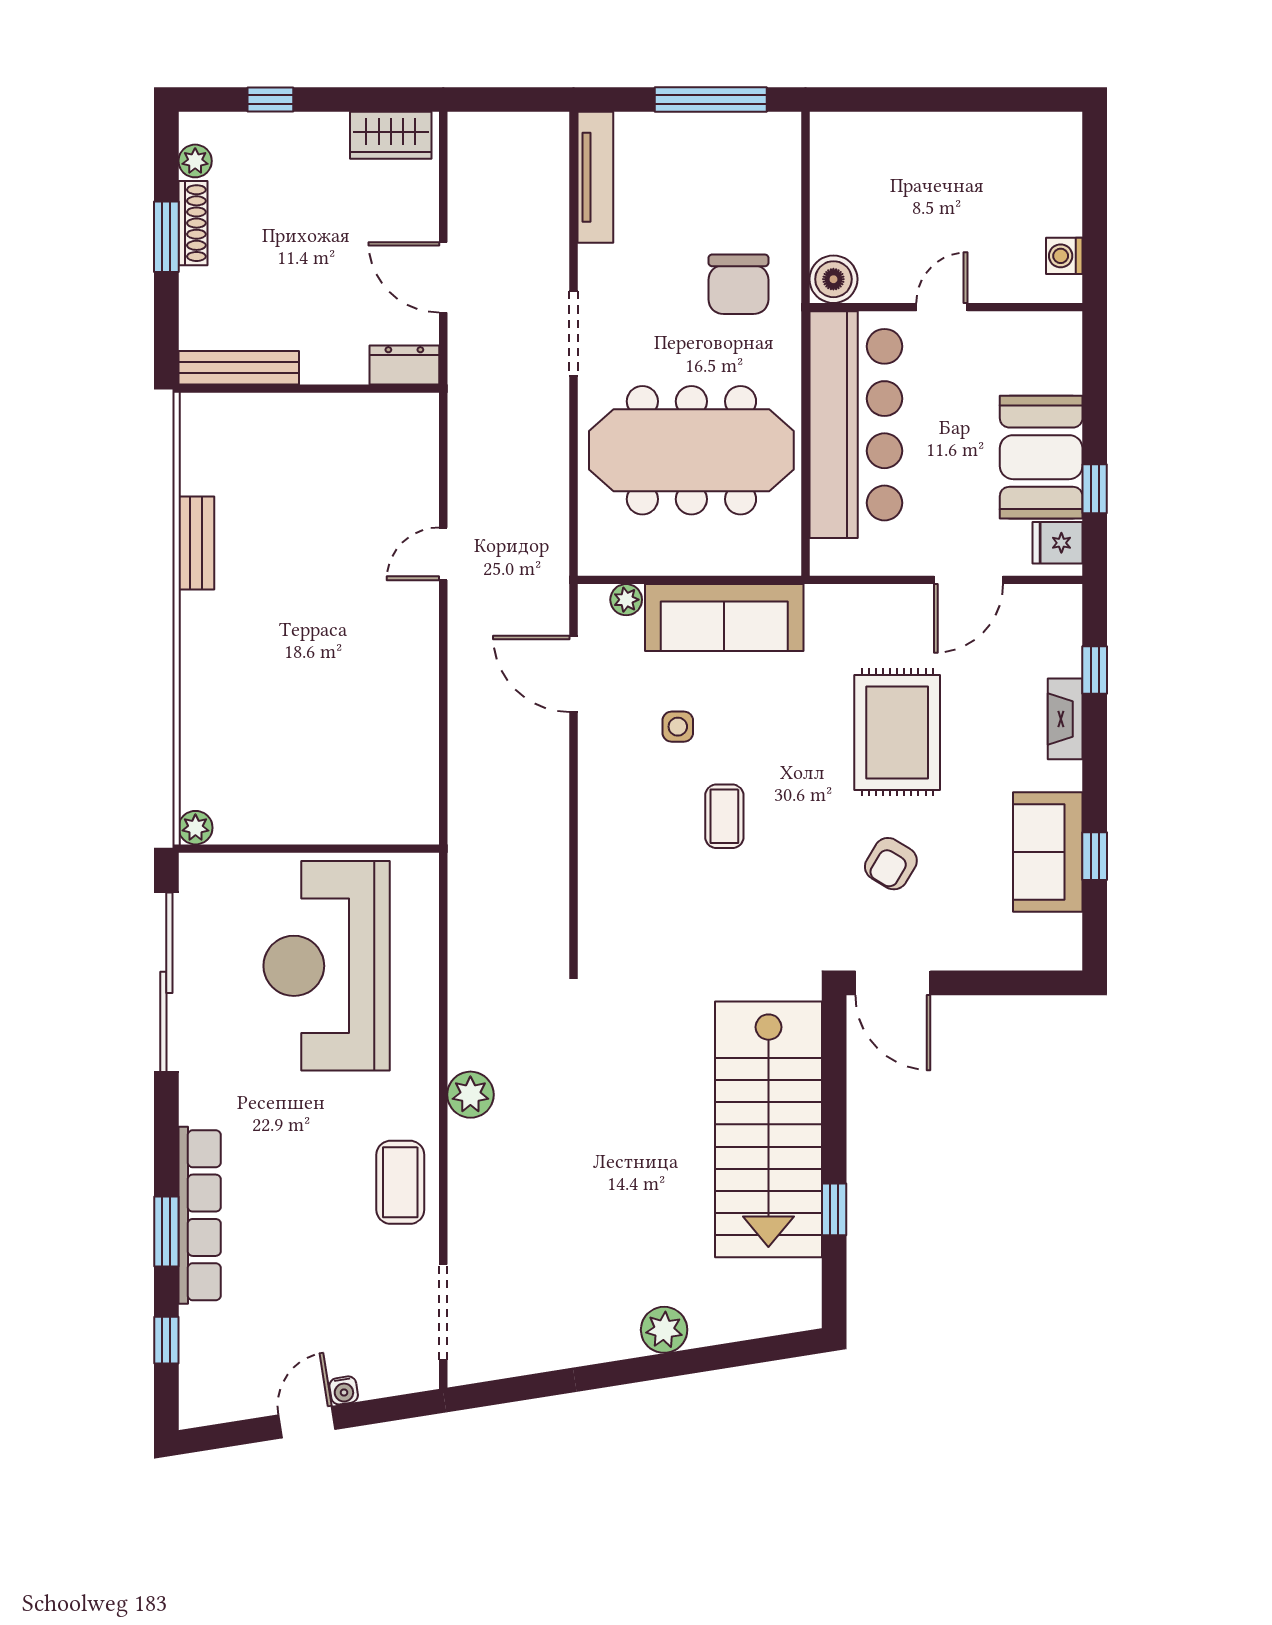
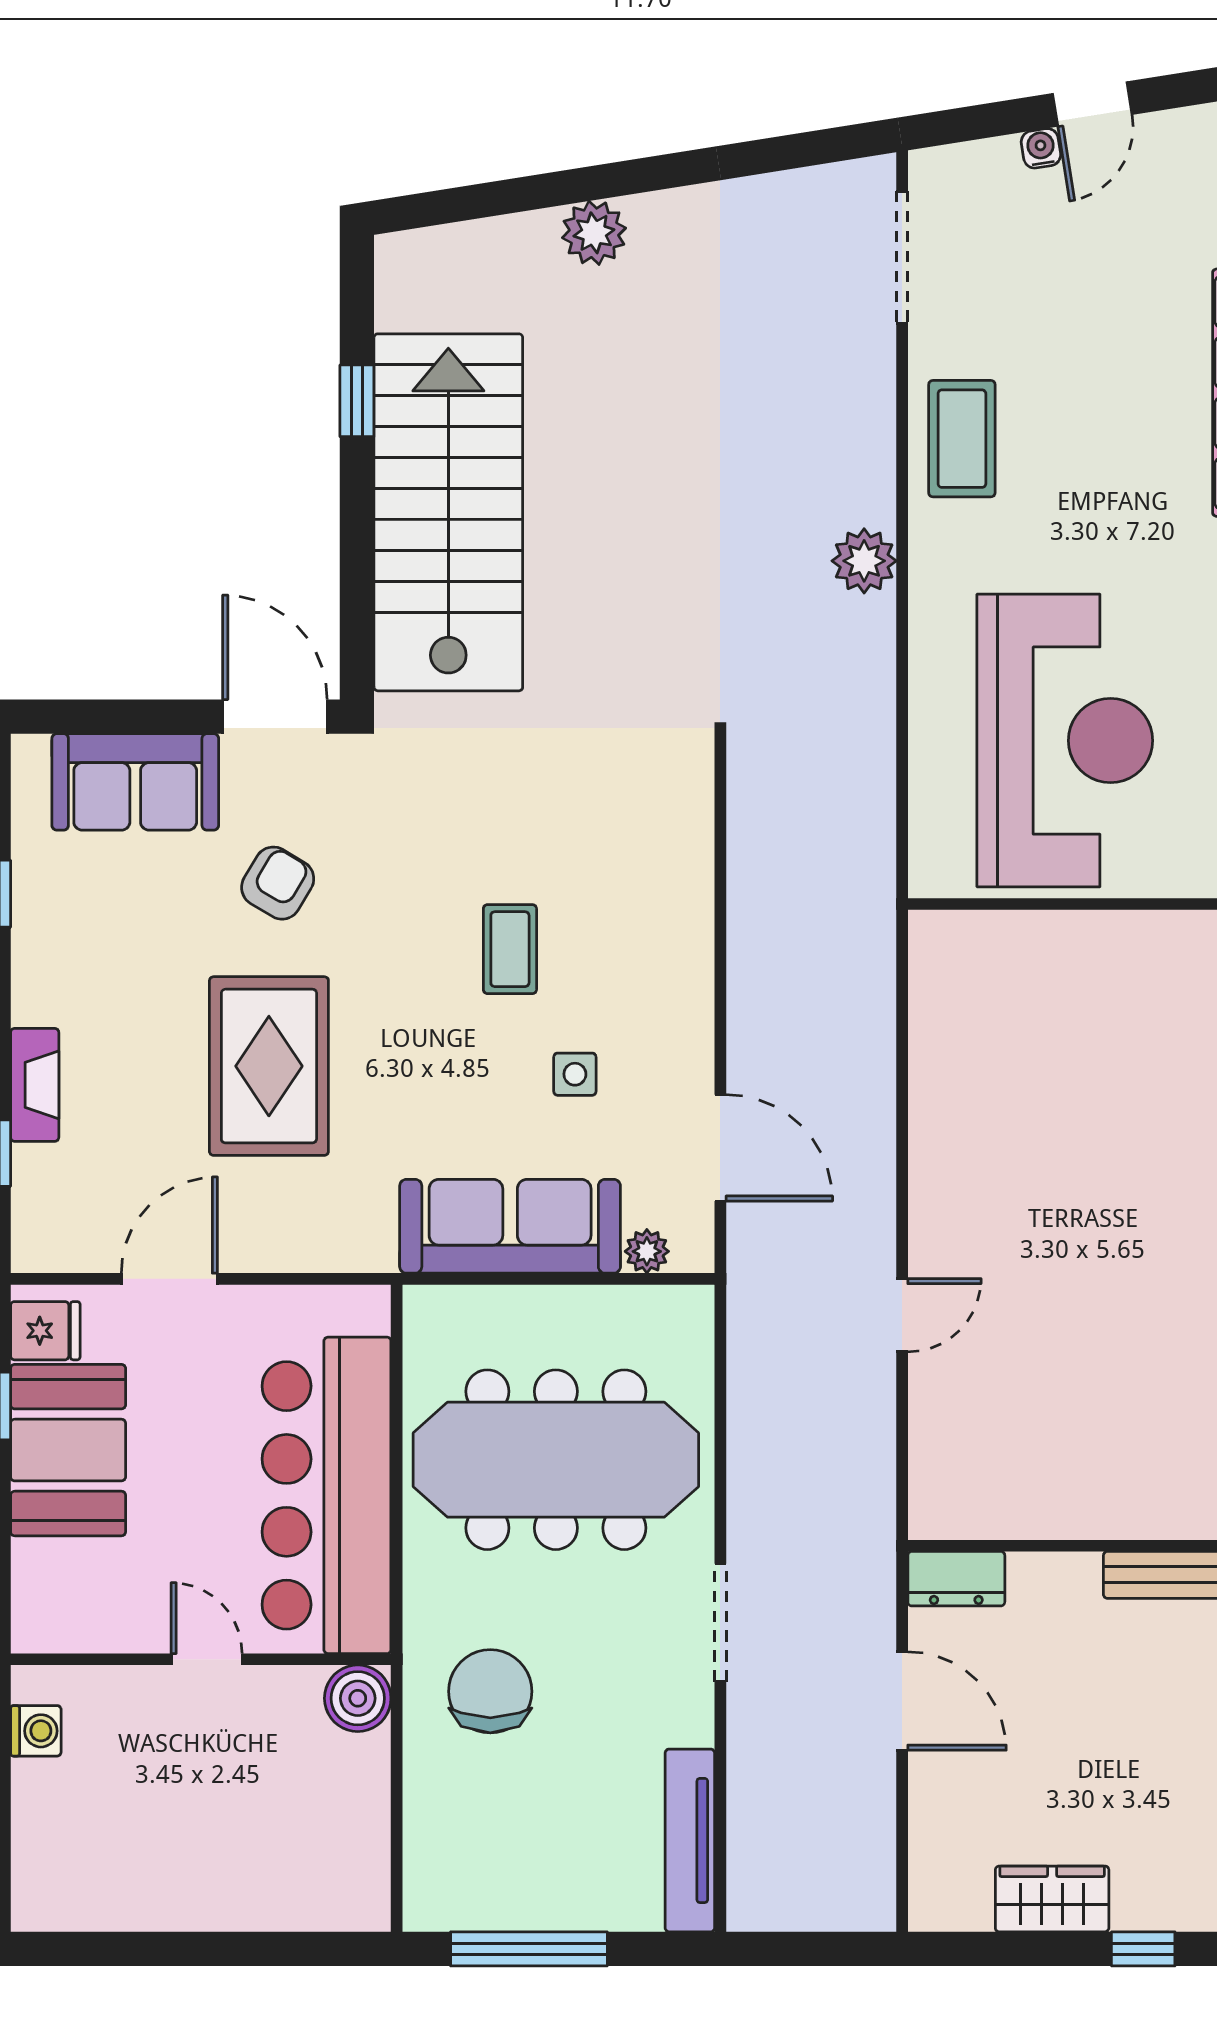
wardrobe: (391, 135) -> (1052, 1899), moved
door: (942, 307) -> (207, 1659), swing flipped
sofa: (1048, 852) -> (135, 782), moved, turned 90

